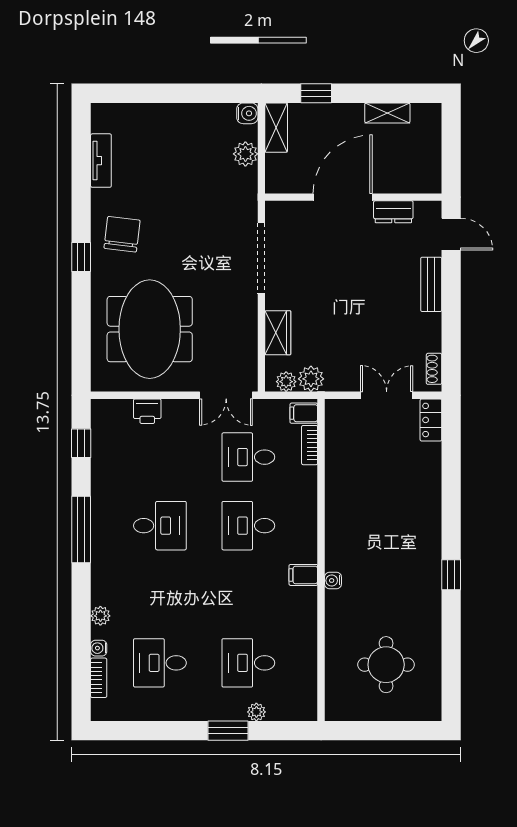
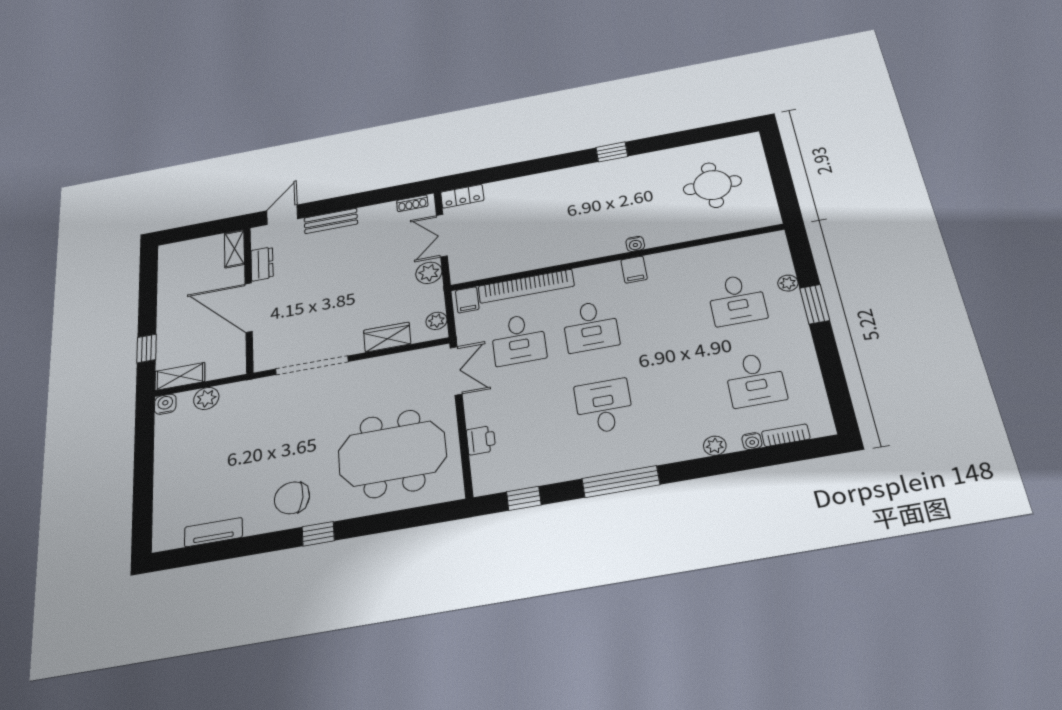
shelving: (387, 113) -> (234, 249), moved
plant: (311, 379) -> (429, 273), moved
bookcase: (310, 445) -> (526, 286), width x2.31, depth x1.31

